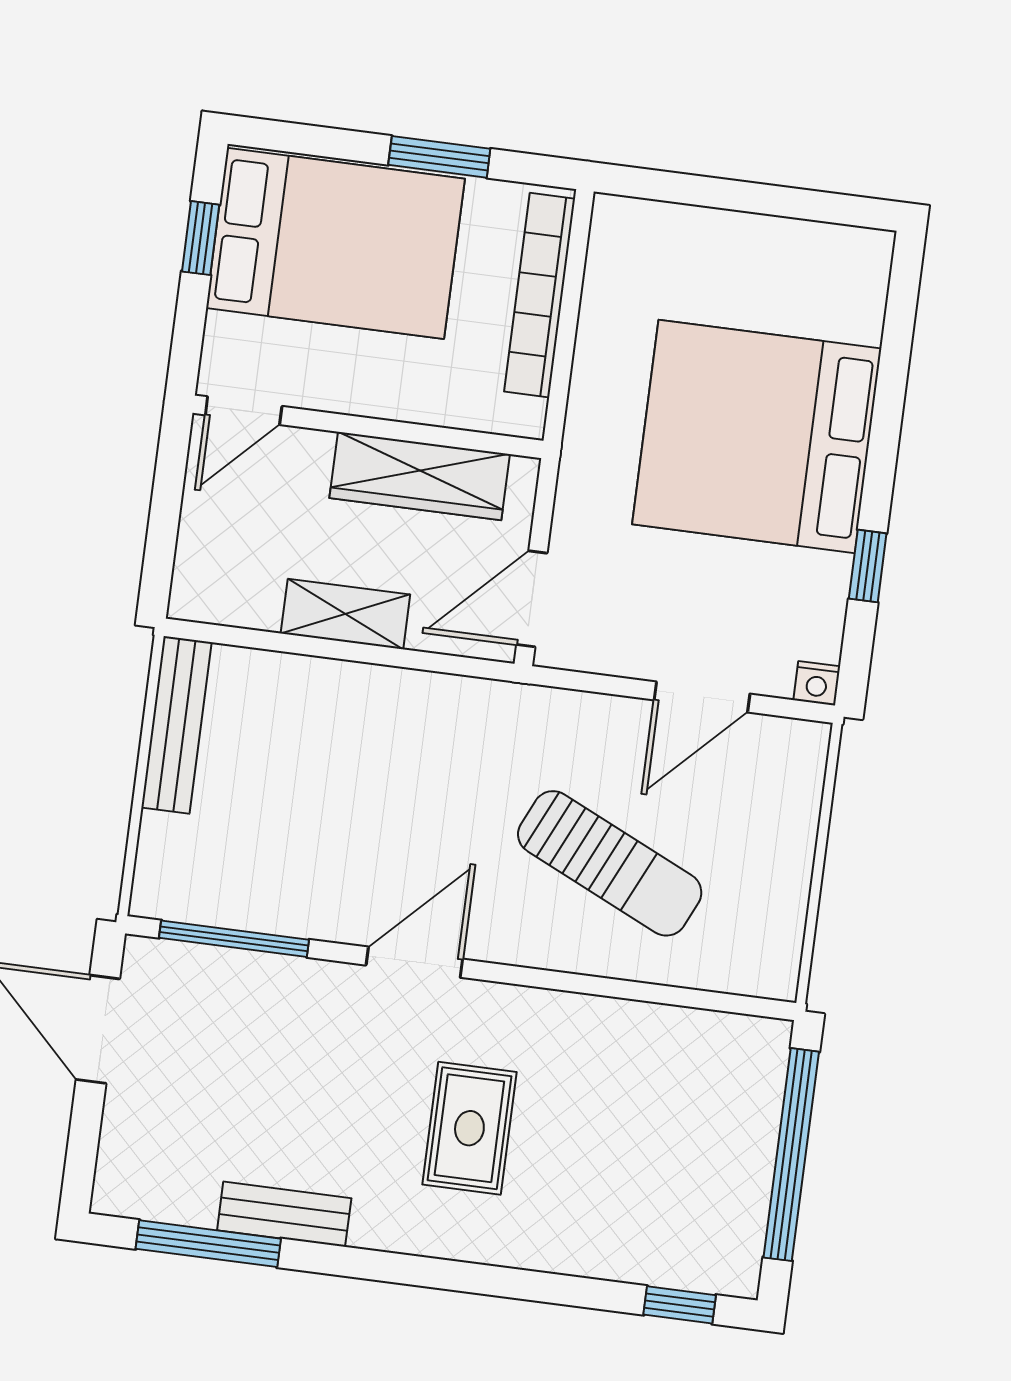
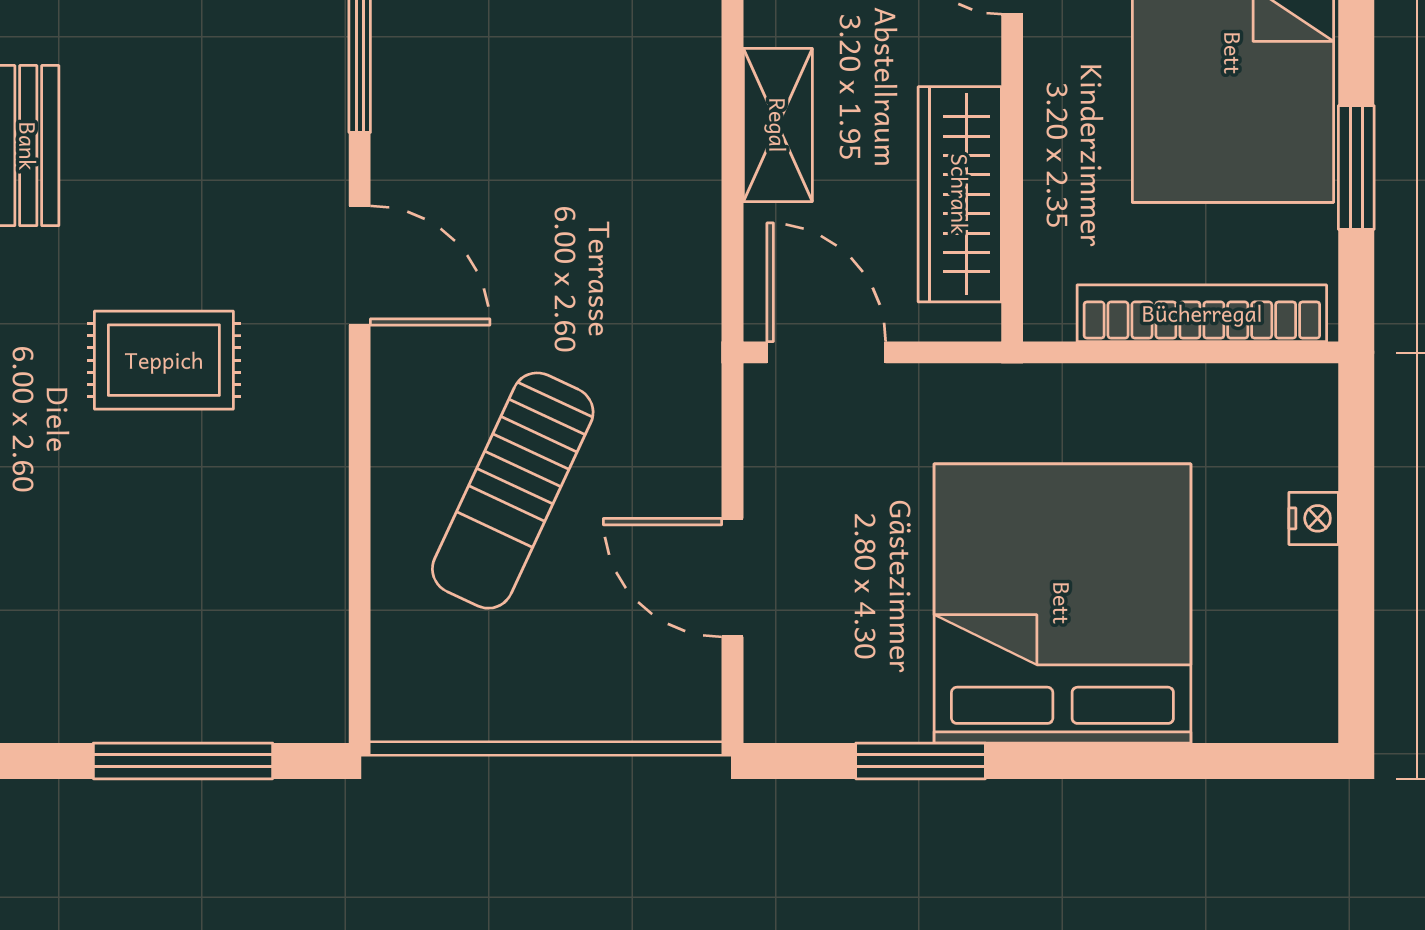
window: (868, 566) -> (921, 761), width x1.50
nightstand: (817, 683) -> (1314, 518), moved, turned 180
window: (791, 1155) -> (183, 761), width x0.68

